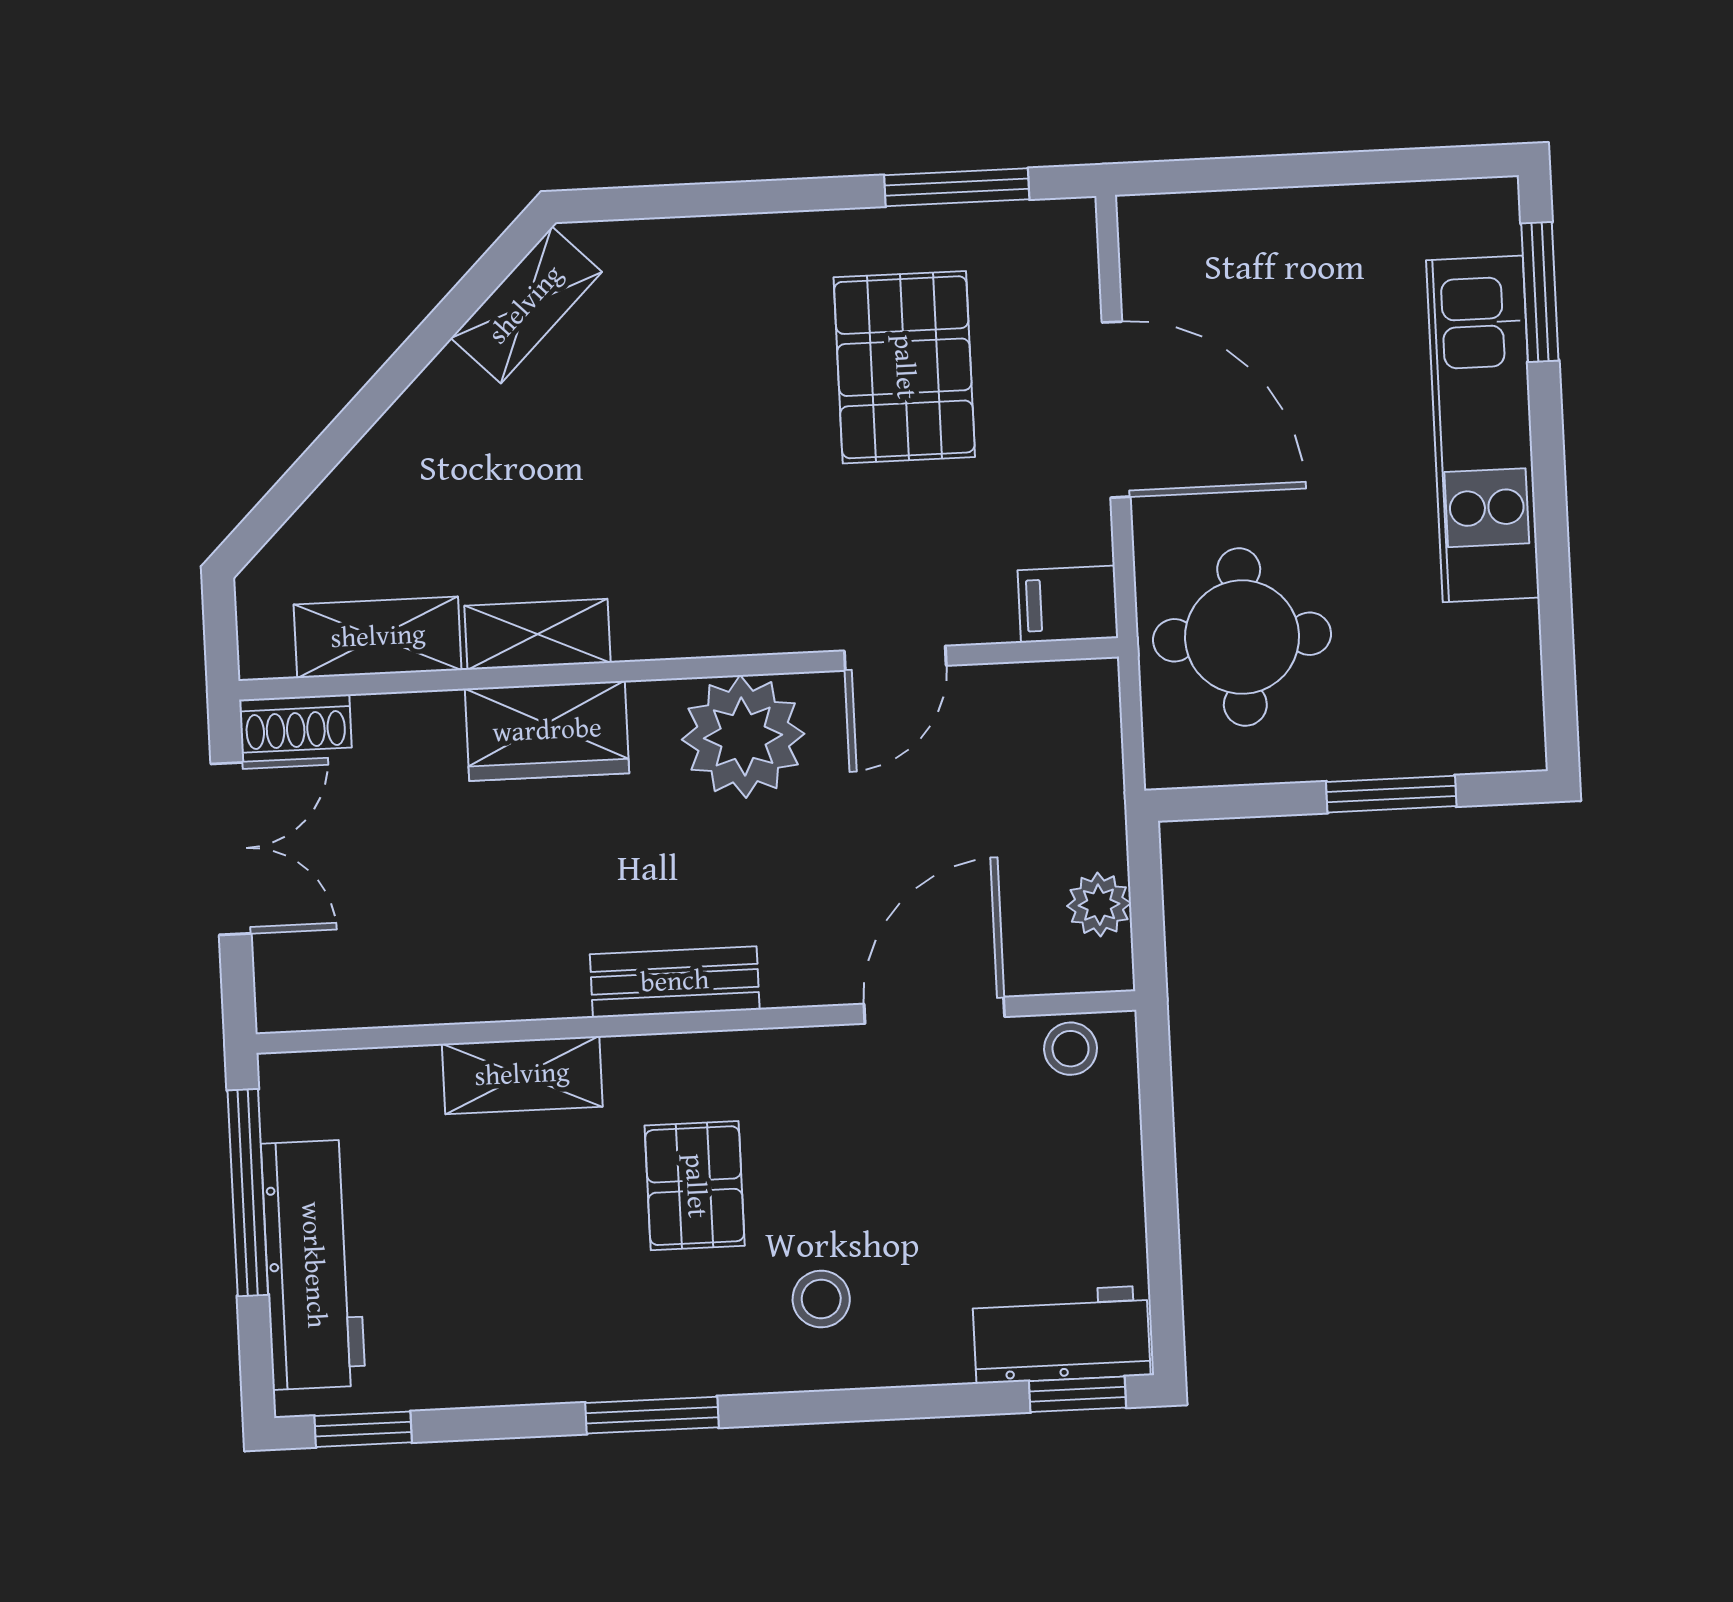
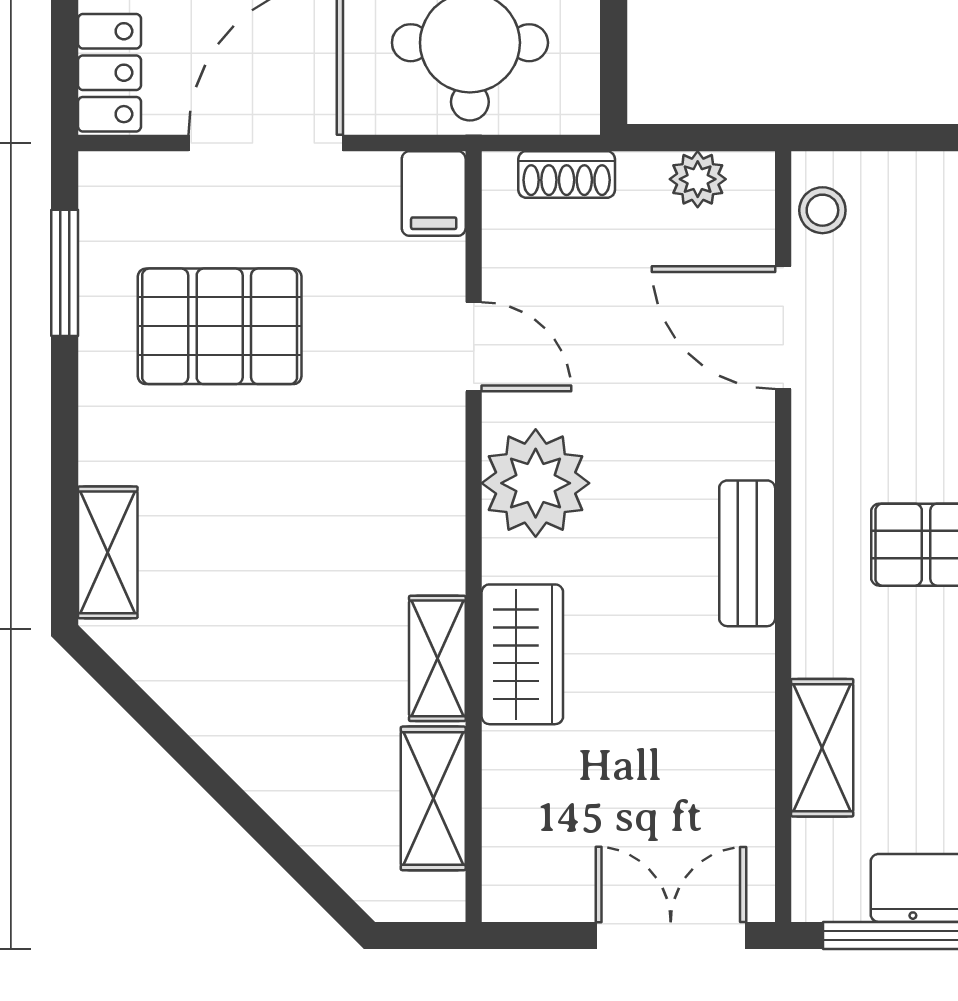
locker: (1188, 227) -> (109, 73), added
shelving: (526, 305) -> (108, 552), moved, turned 45
shoe rack: (295, 724) -> (567, 174), moved, turned 90
double door: (231, 849) -> (671, 936), moved
shelving: (522, 1075) -> (822, 748), moved

